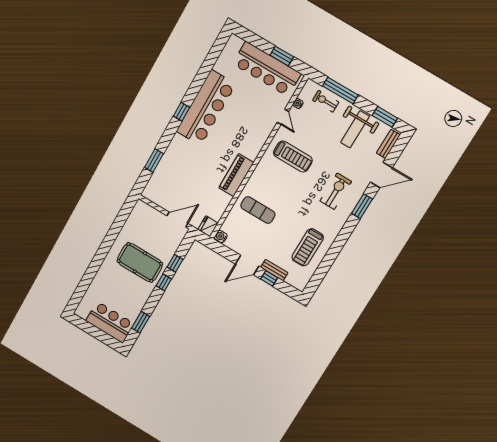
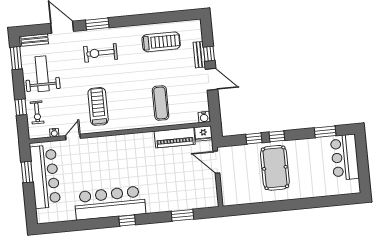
window: (340, 91) -> (21, 107), width x0.46
weight bench: (355, 129) -> (42, 74), turned -90
piano: (236, 175) -> (175, 138), moved

